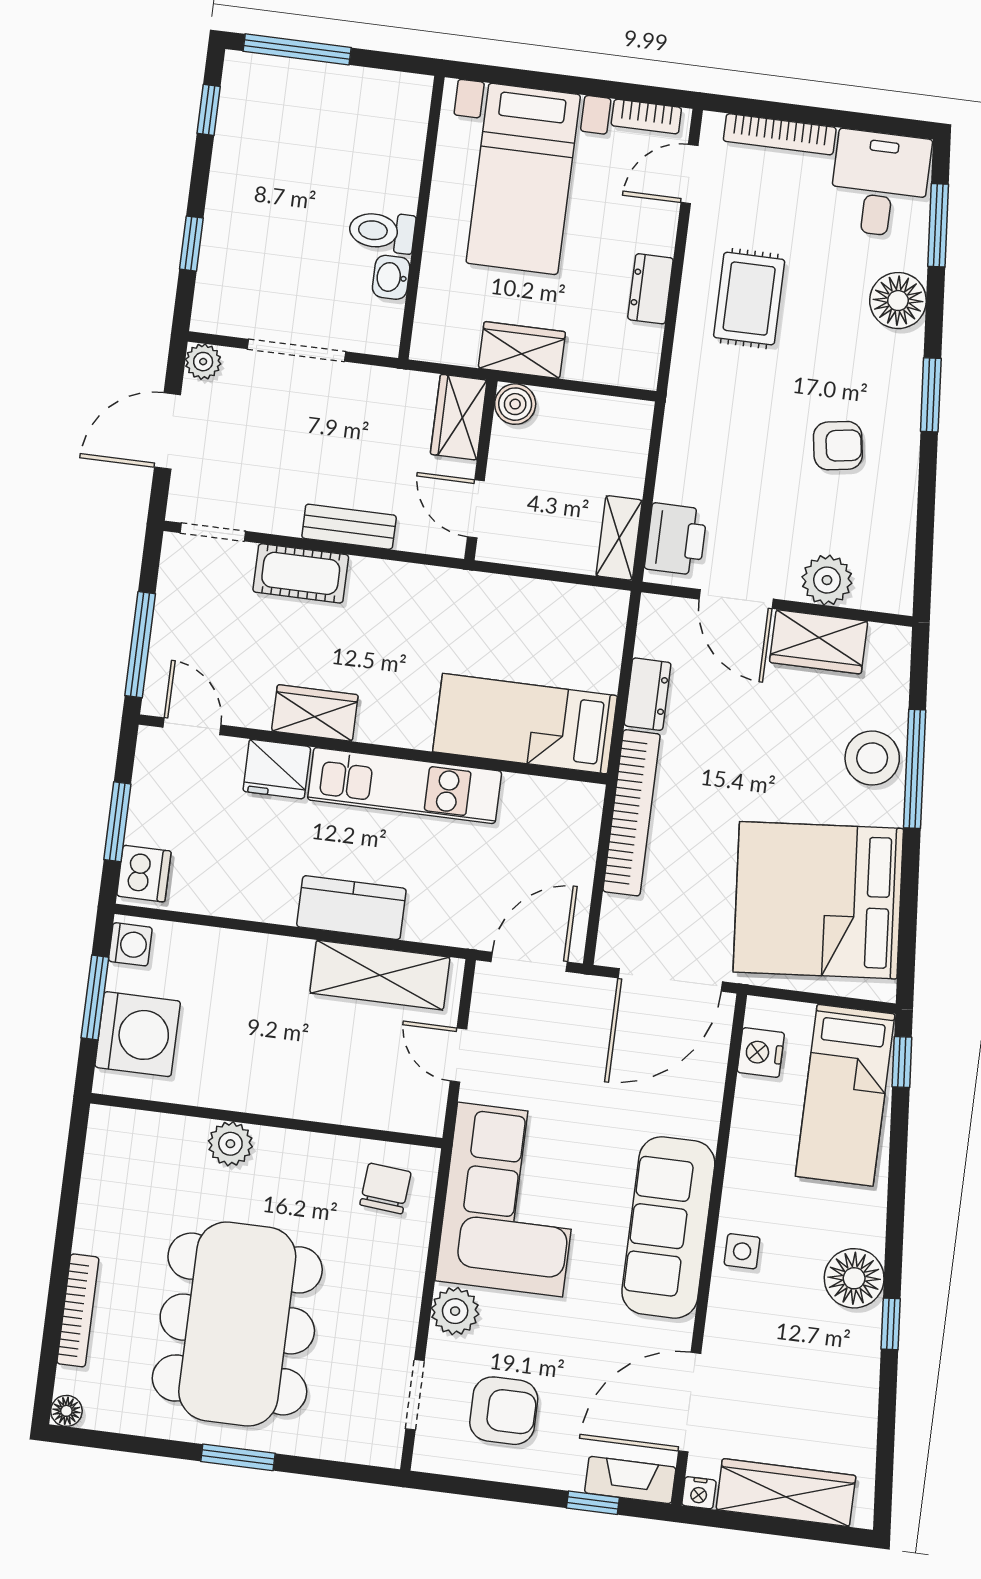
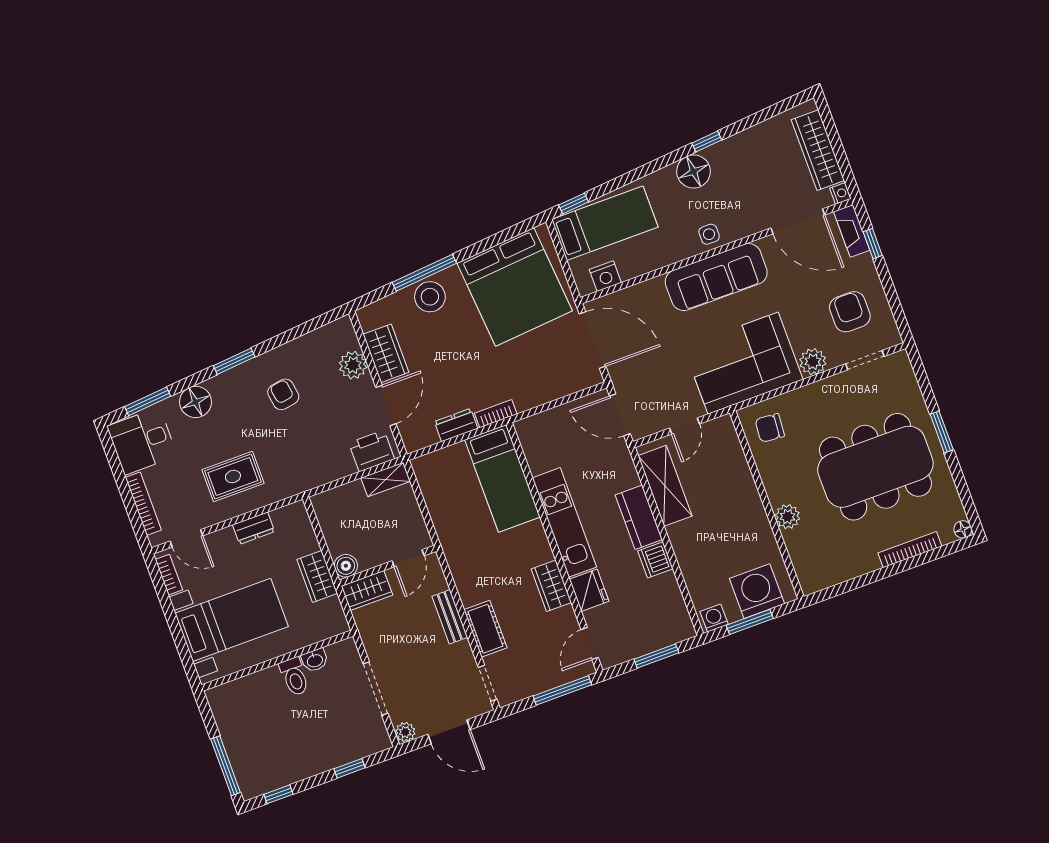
bookcase: (632, 813) -> (496, 414), width x0.43, depth x0.76
dishwasher: (144, 874) -> (655, 560), moved, turned -90

